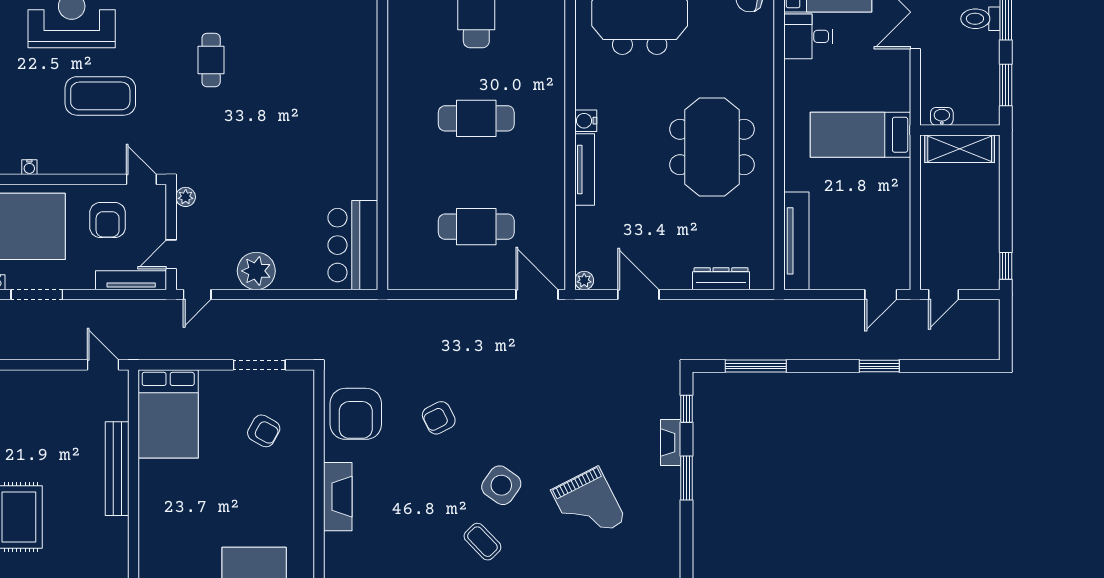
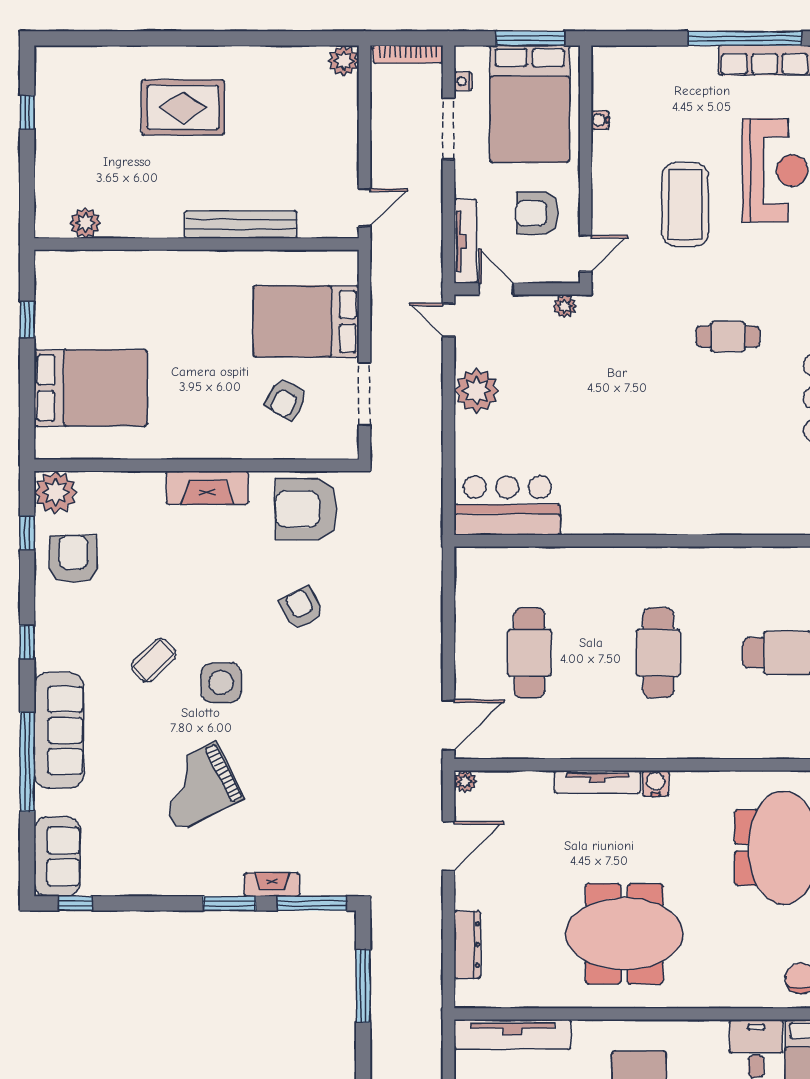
window: (686, 409) -> (312, 903), width x2.17
bed: (168, 414) -> (306, 321), moved
side table: (501, 485) -> (221, 683), turned -35

